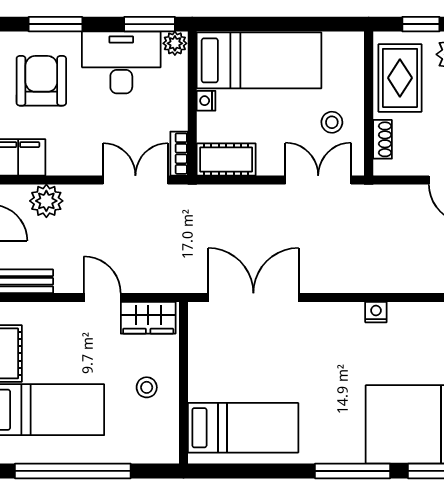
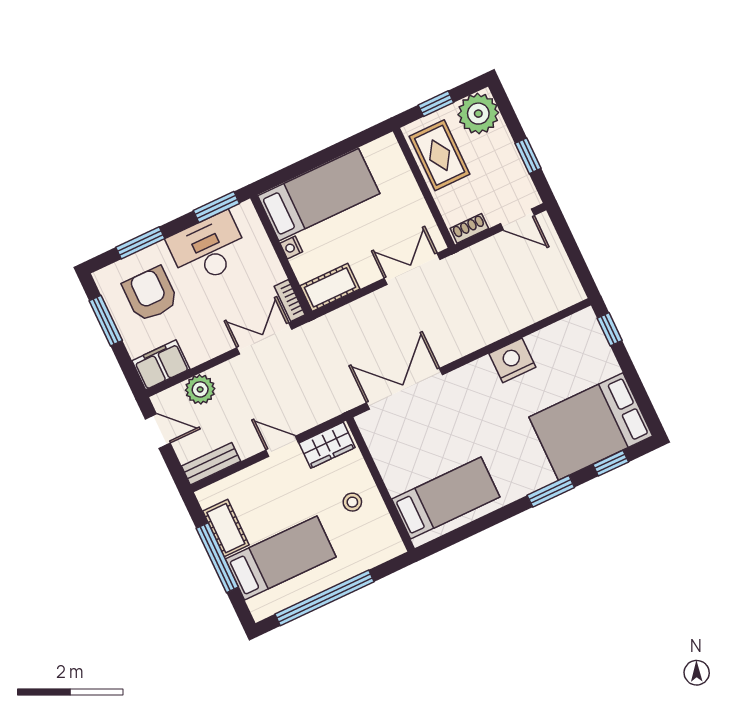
plant: (175, 43) -> (244, 213), removed
stool: (332, 122) -> (401, 217), removed
shoe rack: (382, 139) -> (469, 228), moved, turned -90
nightstand: (376, 312) -> (512, 360), width x1.89, depth x1.79
window: (353, 471) -> (551, 491), width x0.69

